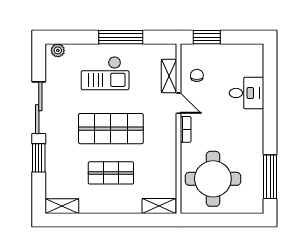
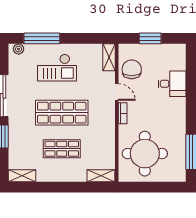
window: (121, 37) -> (42, 38), moved
window: (207, 37) -> (150, 38), moved
chair: (197, 75) -> (132, 69), width x1.87, depth x1.87
shelving: (169, 76) -> (109, 57), moved

